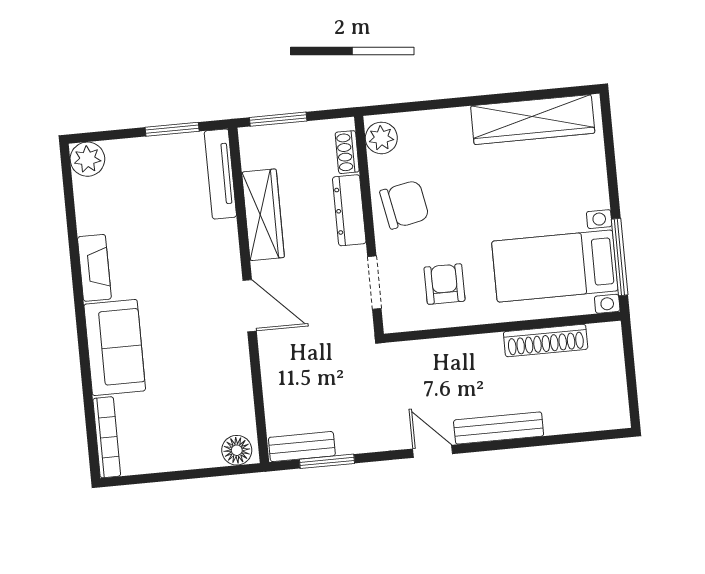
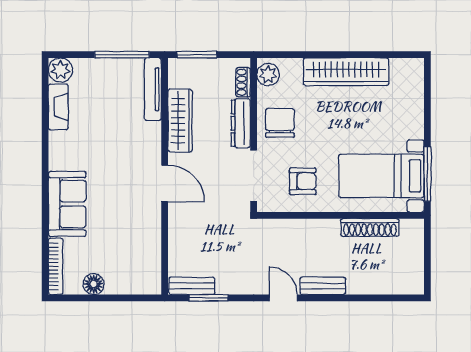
wardrobe: (533, 119) -> (346, 72), moved
window: (172, 129) -> (122, 55), width x1.44
chair: (404, 205) -> (280, 123), turned -79
fireplace: (94, 268) -> (58, 107), moved
doorway: (374, 283) -> (254, 176), width x1.38
armchair: (444, 284) -> (303, 181), turned 90
bench: (499, 428) -> (323, 286), width x0.73
floor lamp: (237, 450) -> (94, 284), moved

